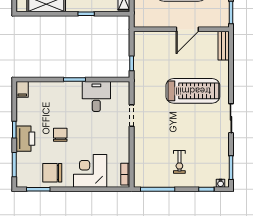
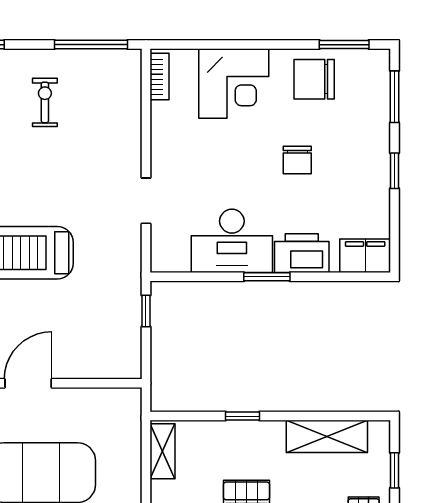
filing cabinet: (22, 89) -> (365, 256), width x2.00
desk: (96, 97) -> (232, 241), width x1.37
printer: (25, 139) -> (302, 253), moved, turned 90
chair: (52, 173) -> (314, 79), turned 180

